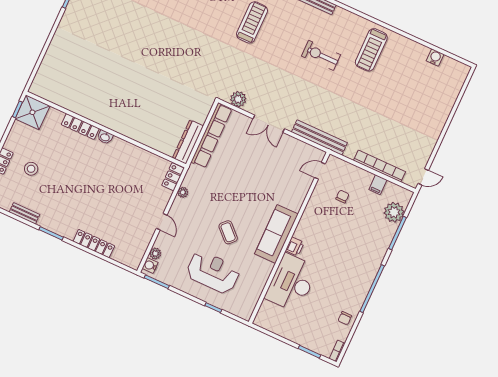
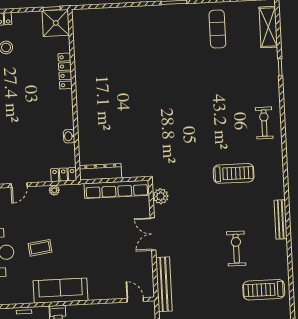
washbasin: (105, 137) -> (69, 136), moved
coffee table: (228, 232) -> (40, 248), turned 38

